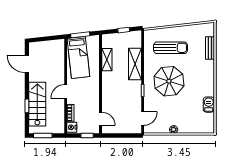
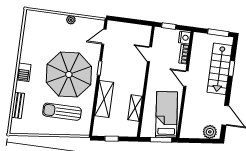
plant: (38, 48) -> (210, 132), added
parasol: (169, 81) -> (69, 75), width x1.36, depth x1.36
door: (66, 91) -> (186, 79), swing flipped
barbecue: (209, 105) -> (24, 72), moved
door: (101, 119) -> (150, 54), moved

